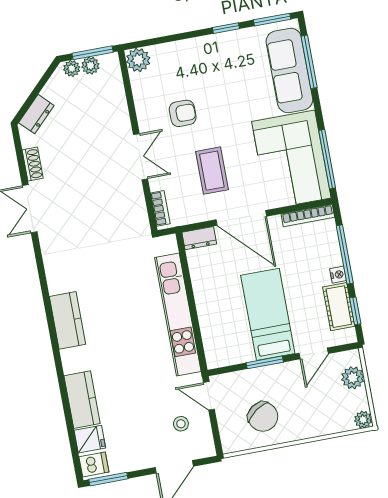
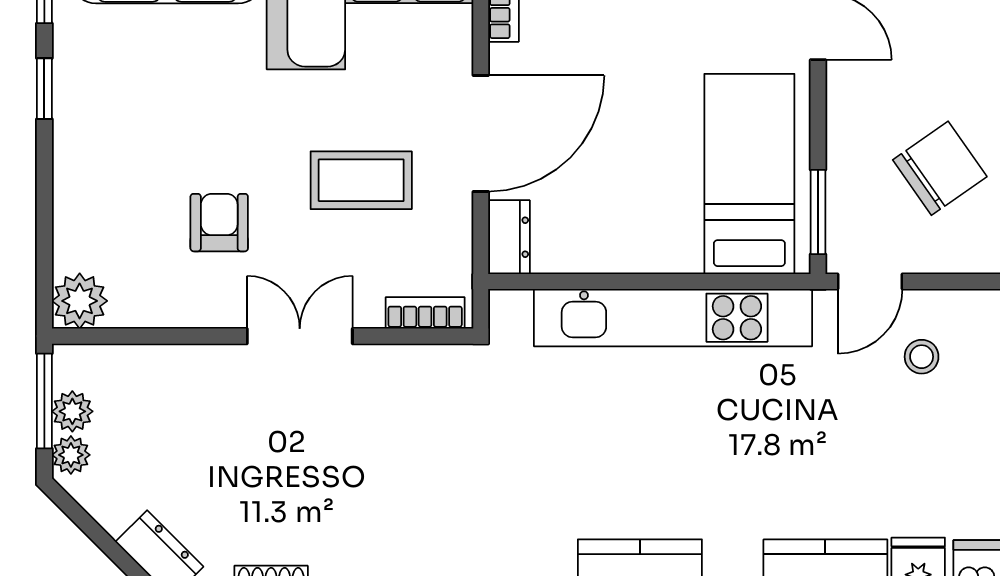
bed: (268, 314) -> (749, 174), moved, turned 90
window: (265, 362) -> (818, 212), moved

